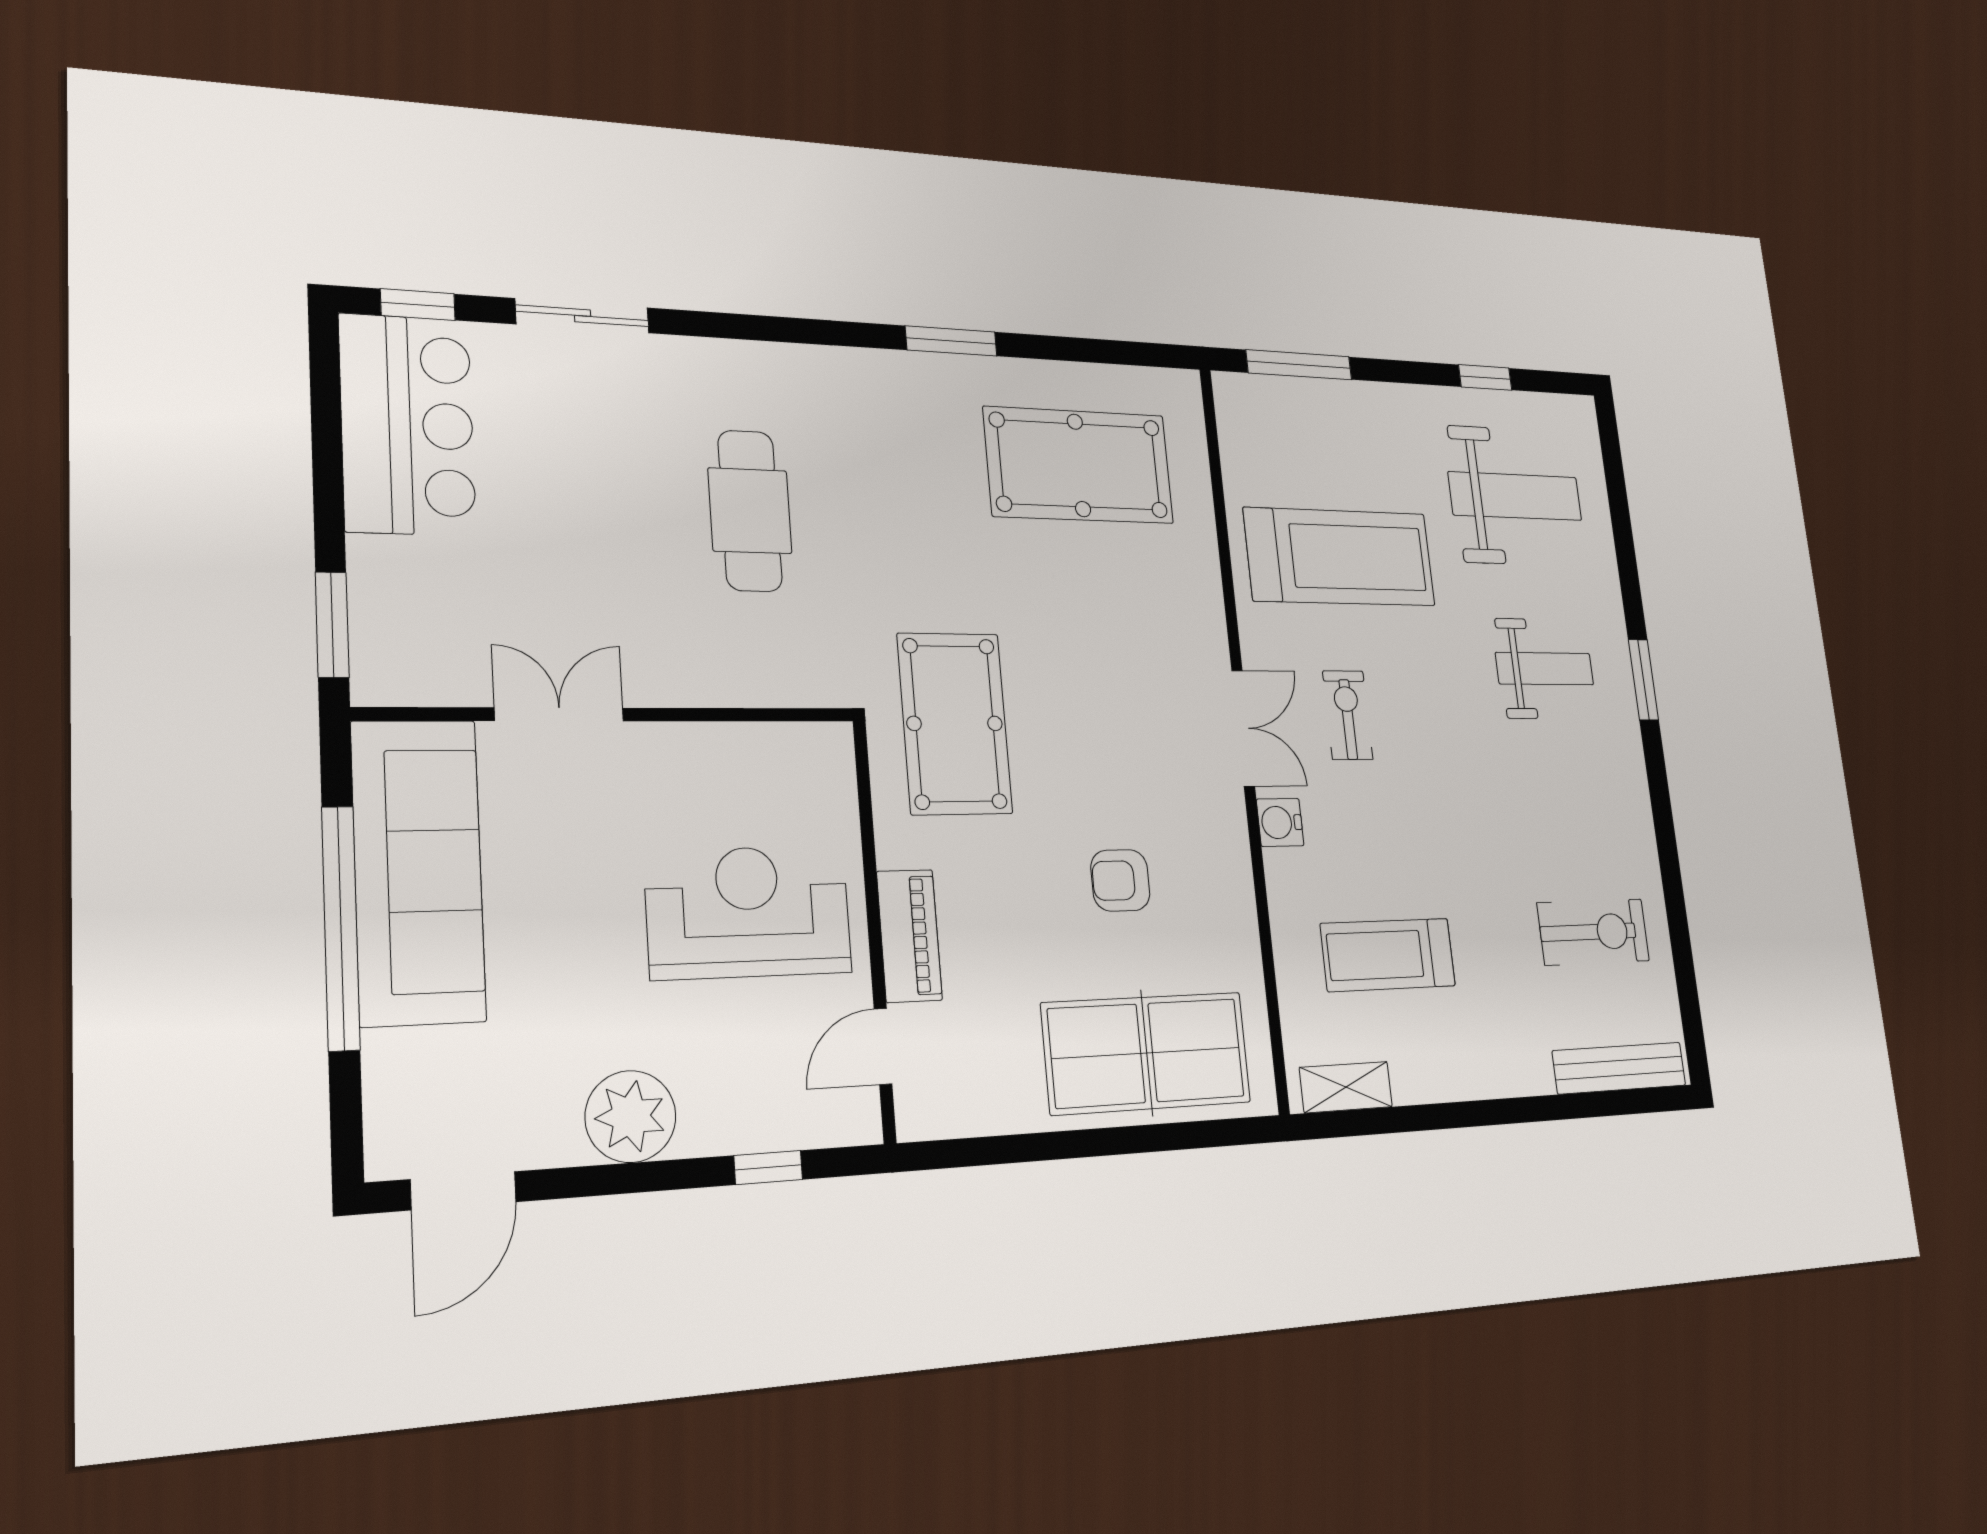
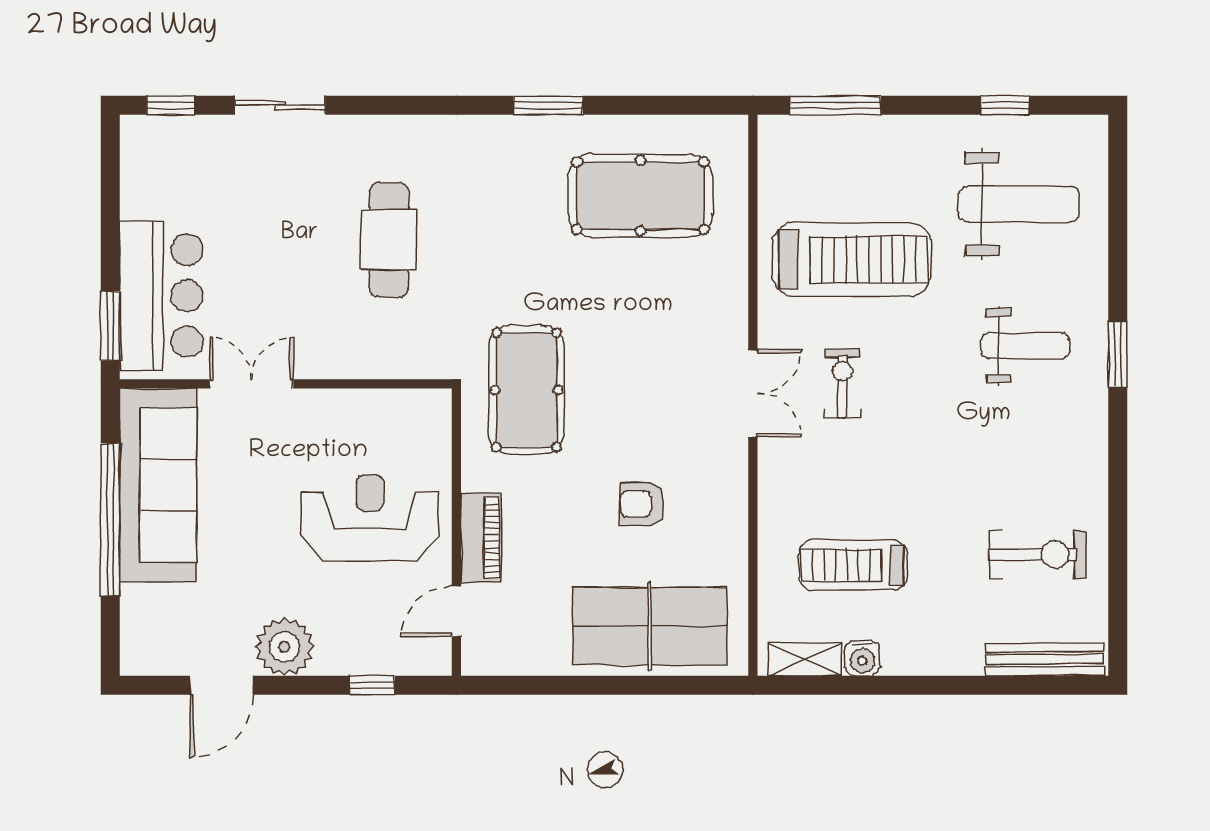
bar counter: (407, 425) -> (161, 296), moved
water cooler: (1280, 822) -> (862, 658), moved, turned -90
door: (463, 1191) -> (221, 685), moved

